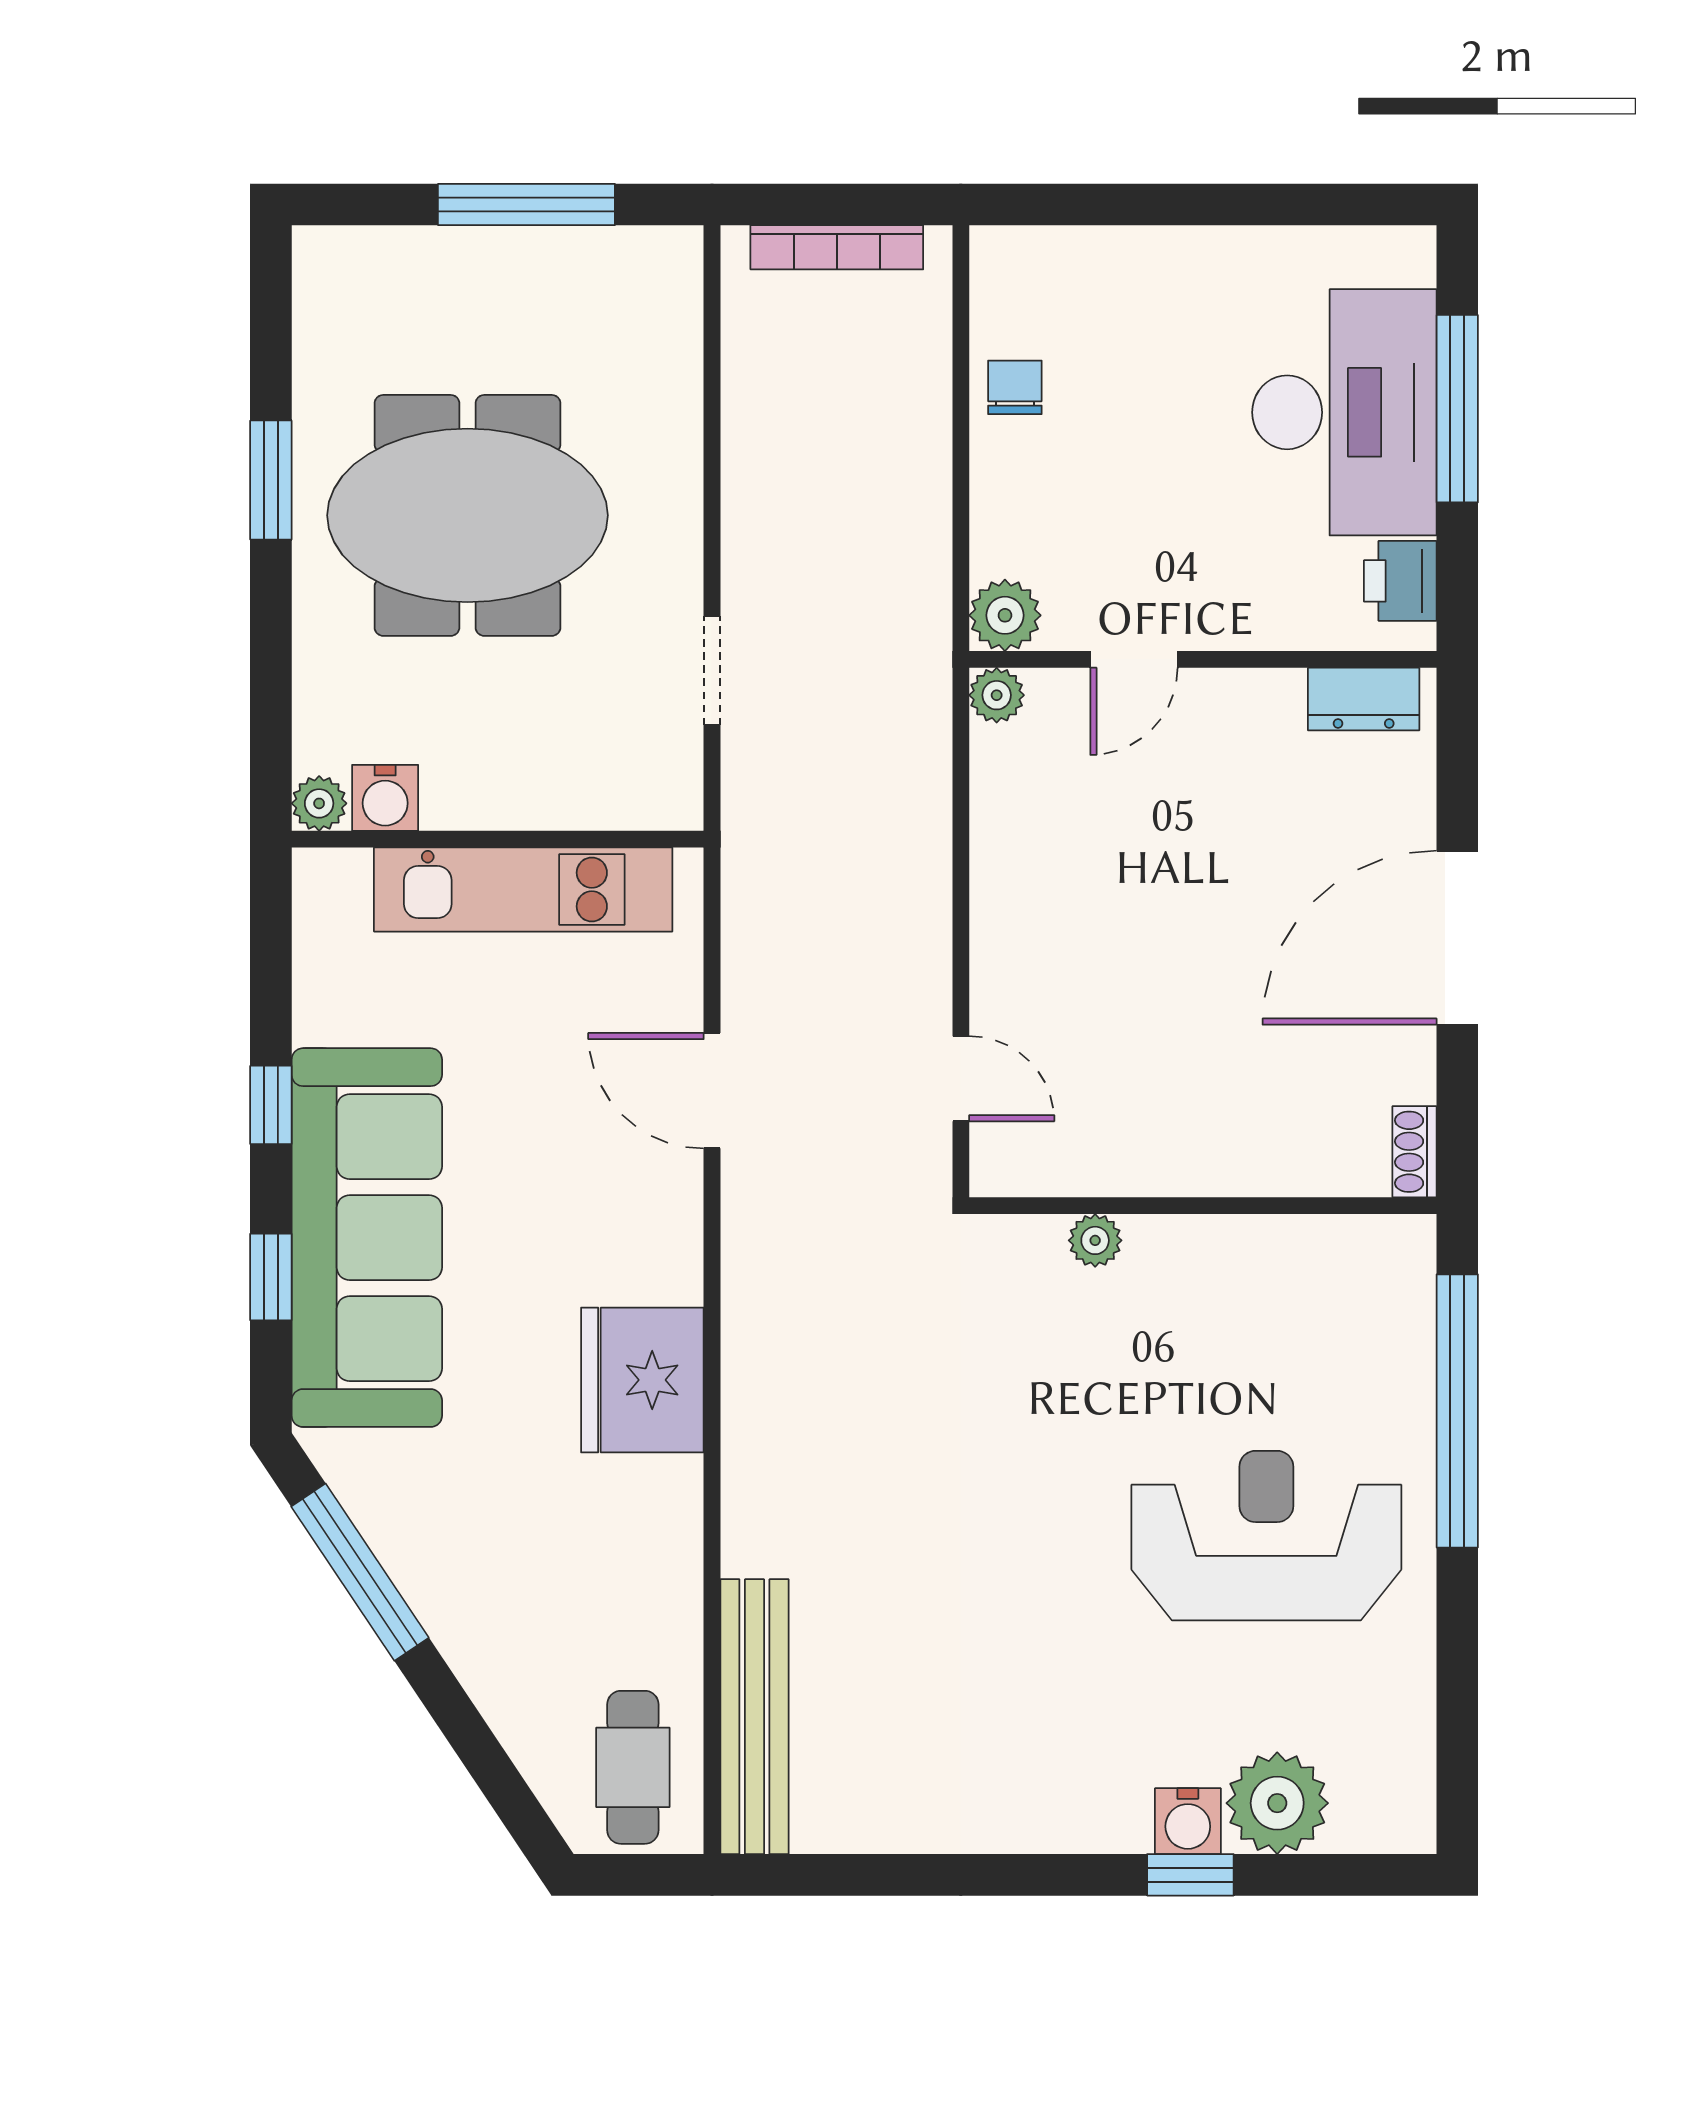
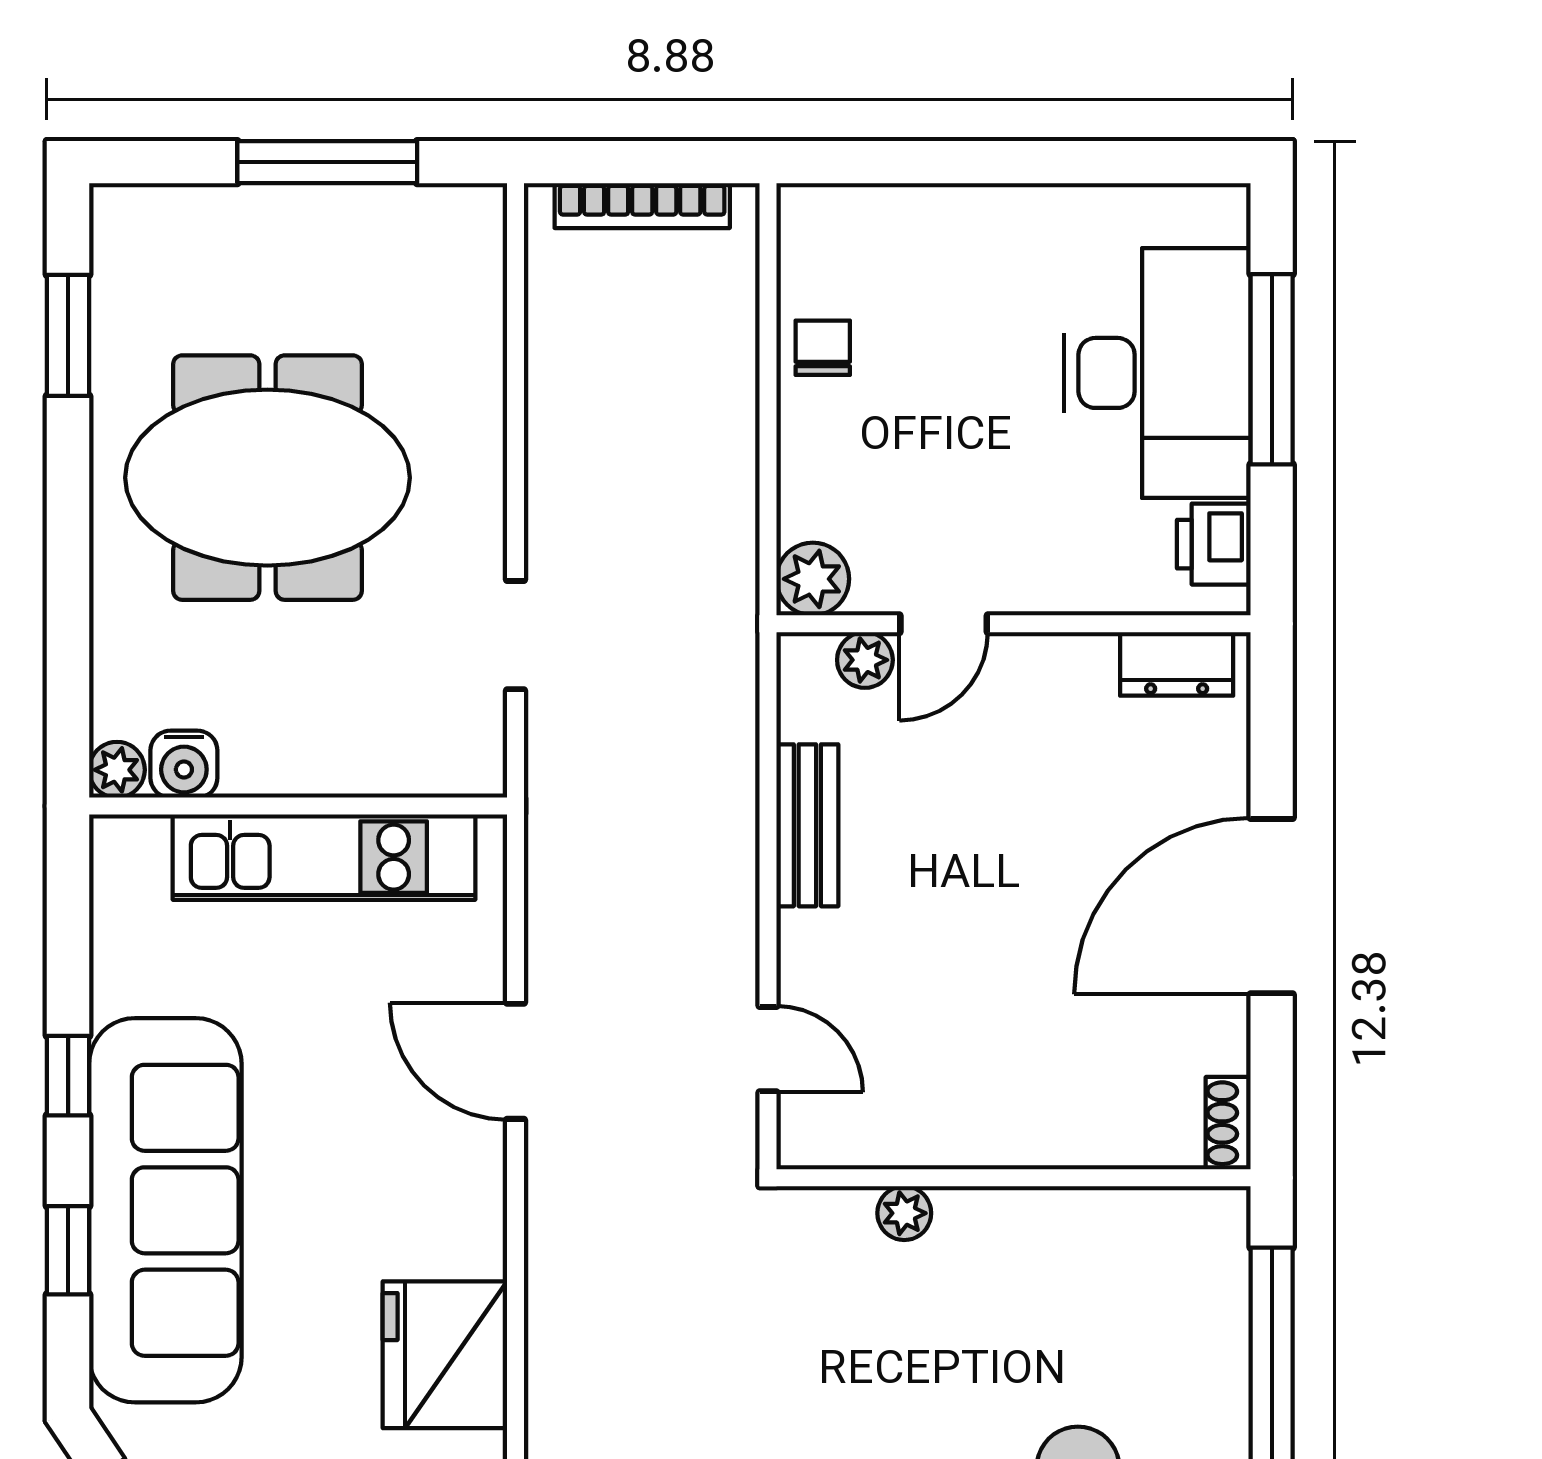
window: (271, 480) -> (68, 335), moved
plant: (997, 695) -> (865, 660), moved
bench: (1000, 858) -> (807, 825), added

